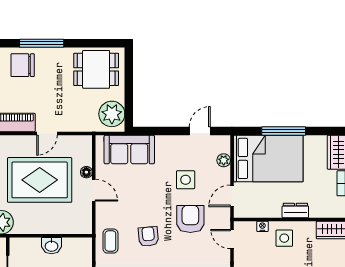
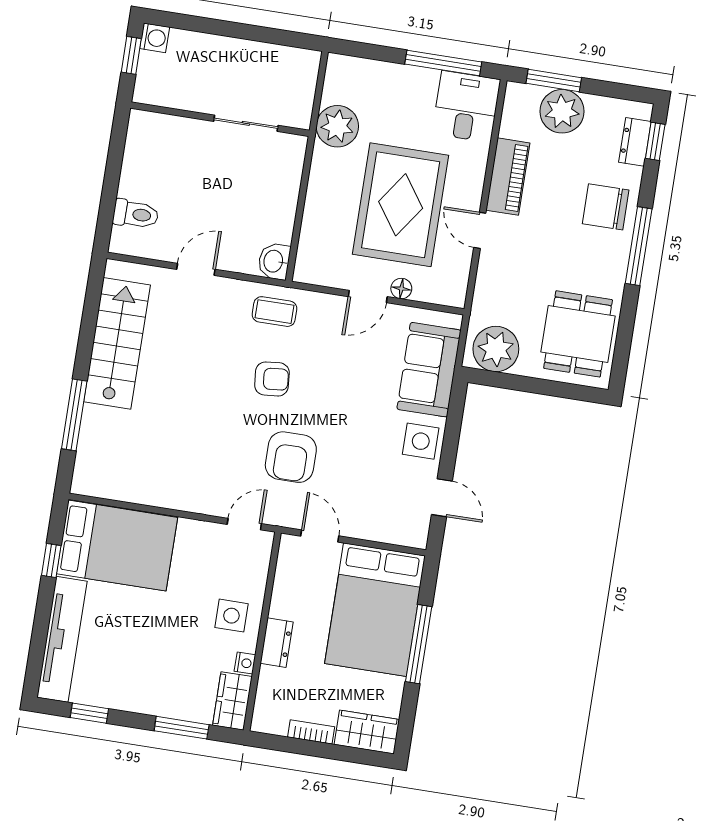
chair: (23, 65) -> (606, 207), turned -90
plant: (224, 160) -> (384, 531), removed
side table: (186, 180) -> (421, 441), moved
armchair: (190, 219) -> (291, 457), turned 90
nightstand: (262, 226) -> (245, 663), moved
washbasin: (51, 246) -> (274, 261), moved

